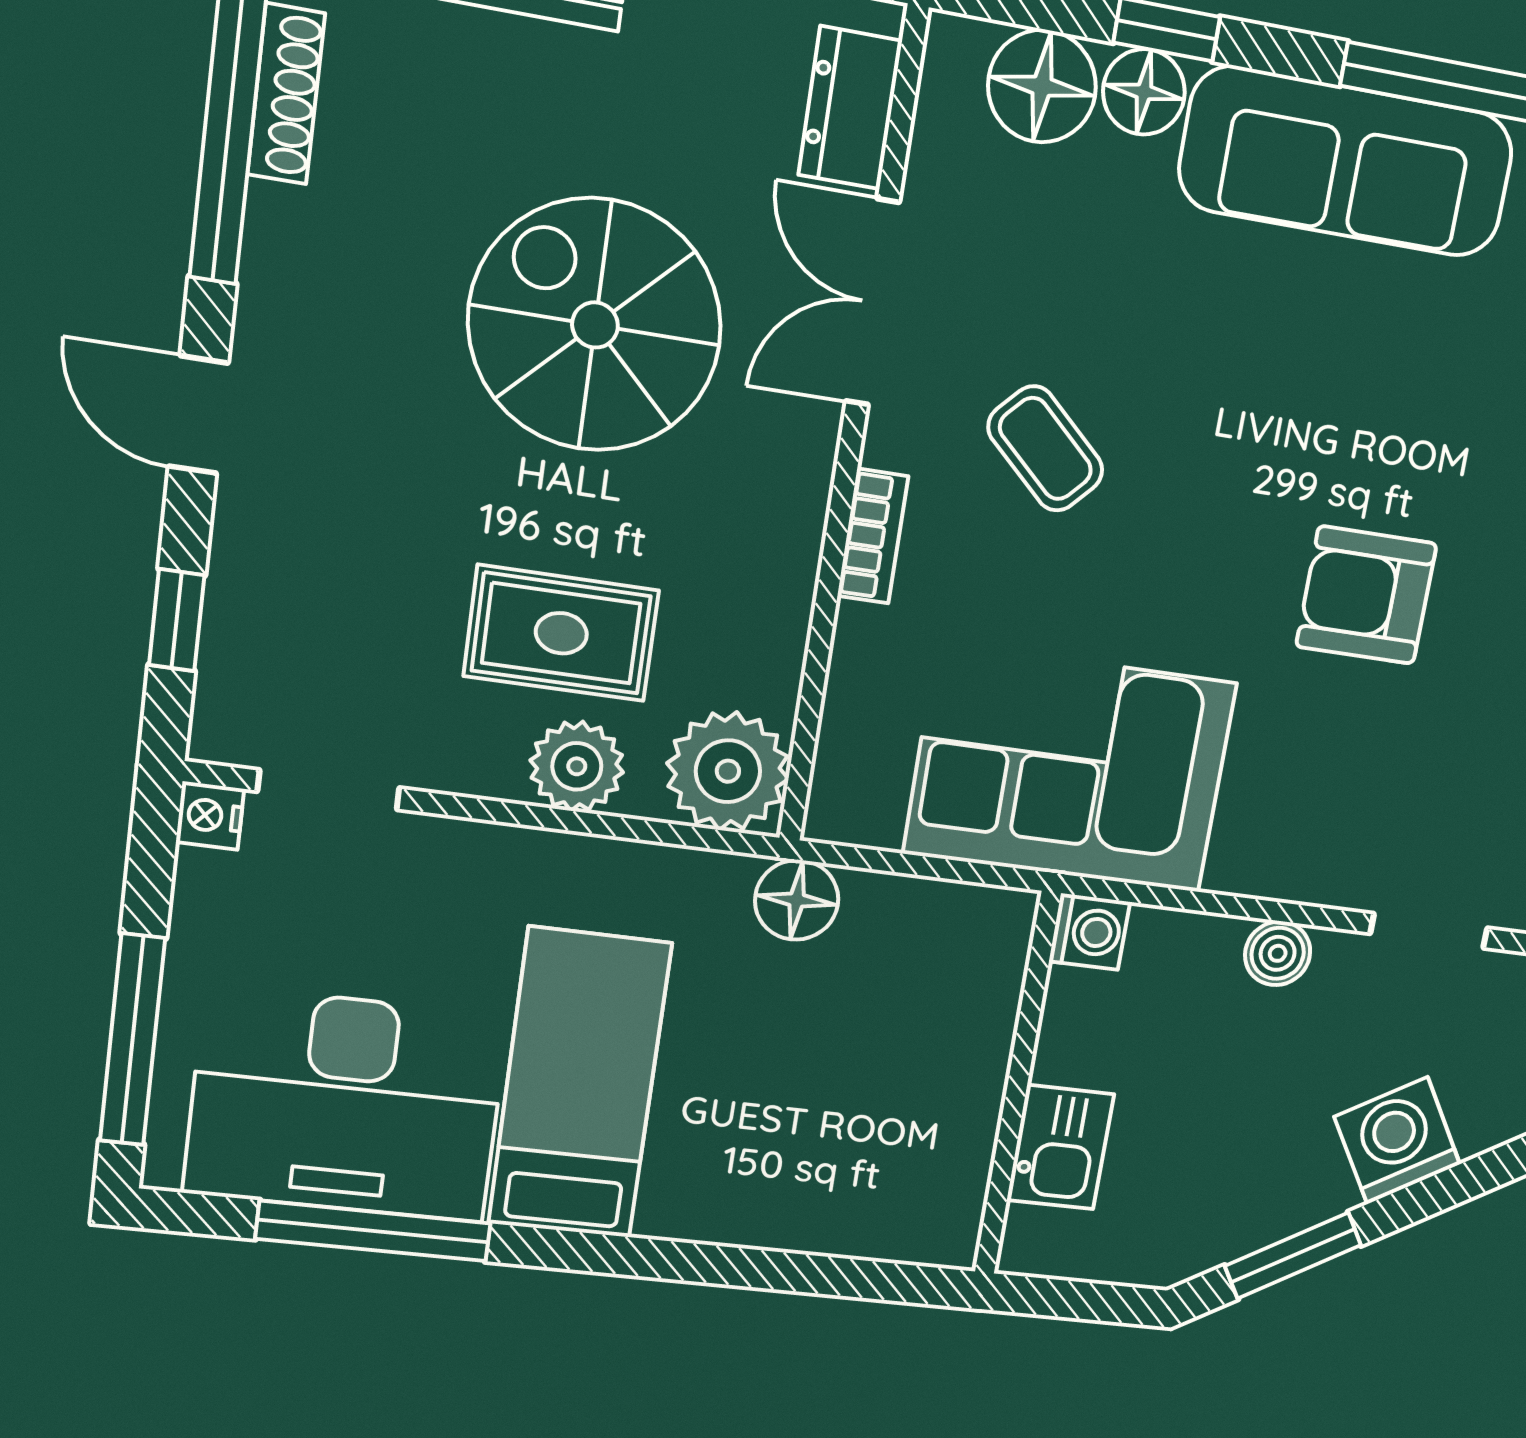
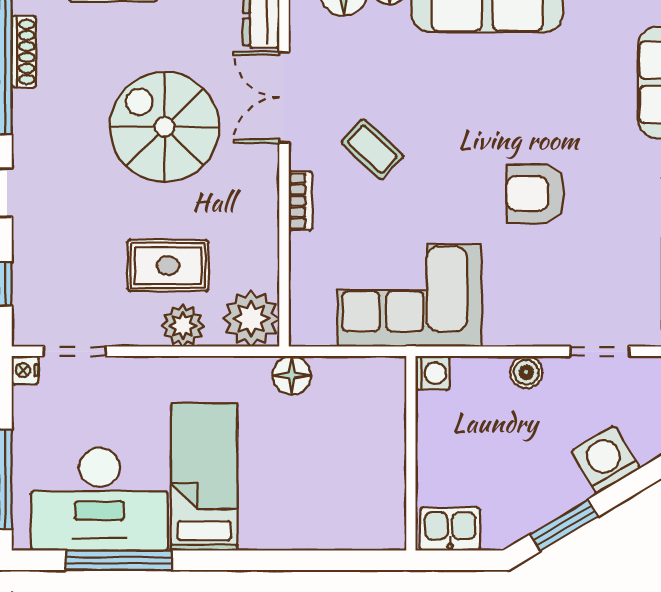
kitchen sink: (1060, 1147) -> (450, 529), moved, turned -90

